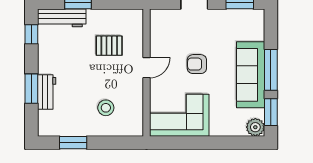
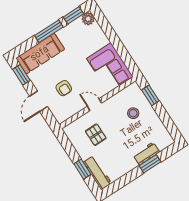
window: (31, 34) -> (118, 184), removed
armchair: (197, 64) -> (64, 88), moved
sofa: (251, 75) -> (40, 54), moved
window: (73, 143) -> (150, 95), moved

